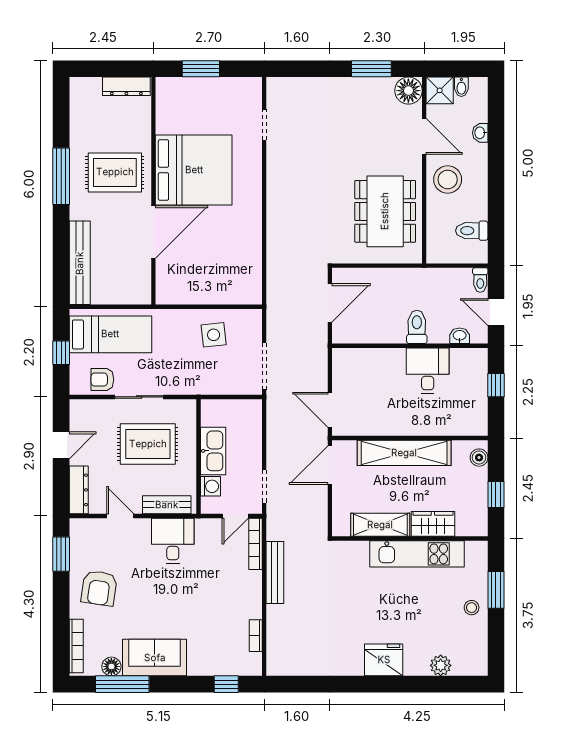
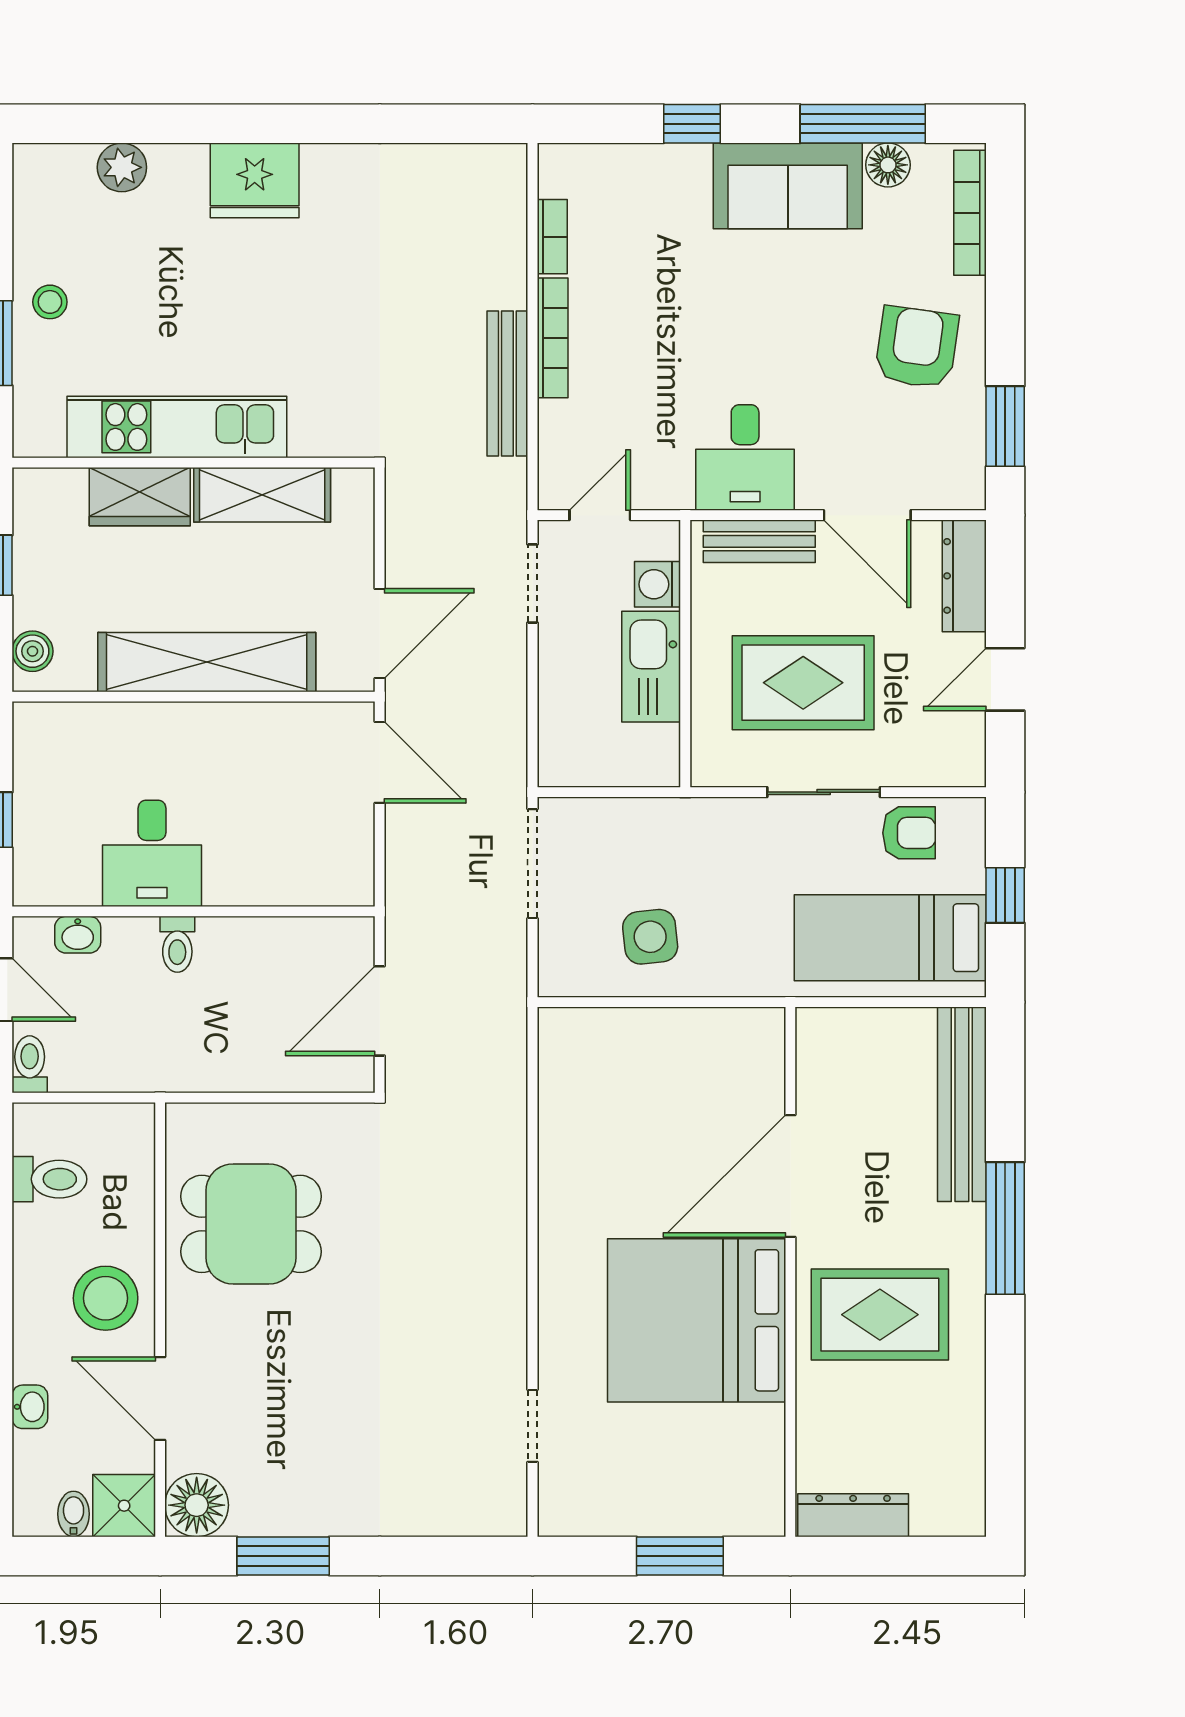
window: (61, 176) -> (1005, 1228), moved
dining table: (385, 211) -> (251, 1224), width x0.73
toilet: (417, 327) -> (177, 944), width x0.73, depth x0.72
door: (120, 516) -> (867, 515), width x1.38
bookcase: (256, 544) -> (553, 338), moved
window: (226, 684) -> (692, 124), moved

